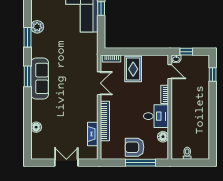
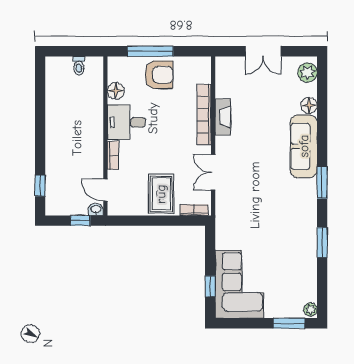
plant: (37, 27) -> (307, 72), moved
sofa: (40, 78) -> (304, 146), moved
fireplace: (93, 134) -> (223, 117), moved

